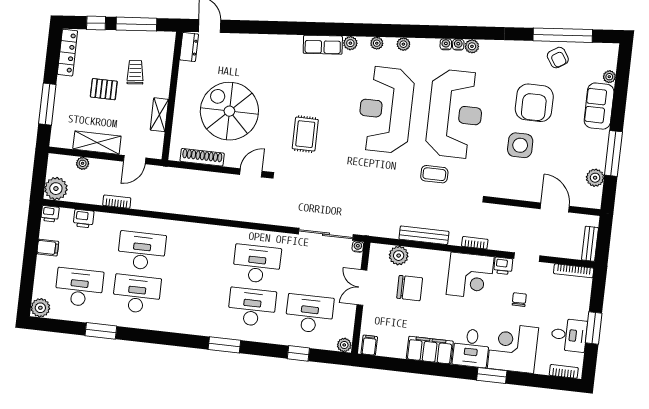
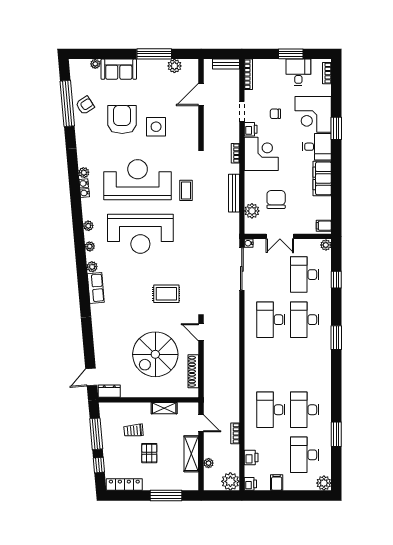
armchair: (534, 103) -> (122, 120), turned -90

